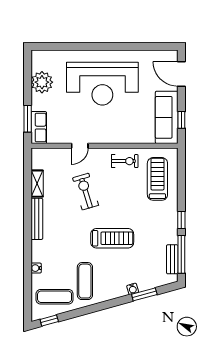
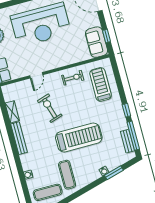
sofa: (167, 117) -> (97, 42), width x0.73
treadmill: (112, 238) -> (79, 137), width x1.37, depth x1.38

